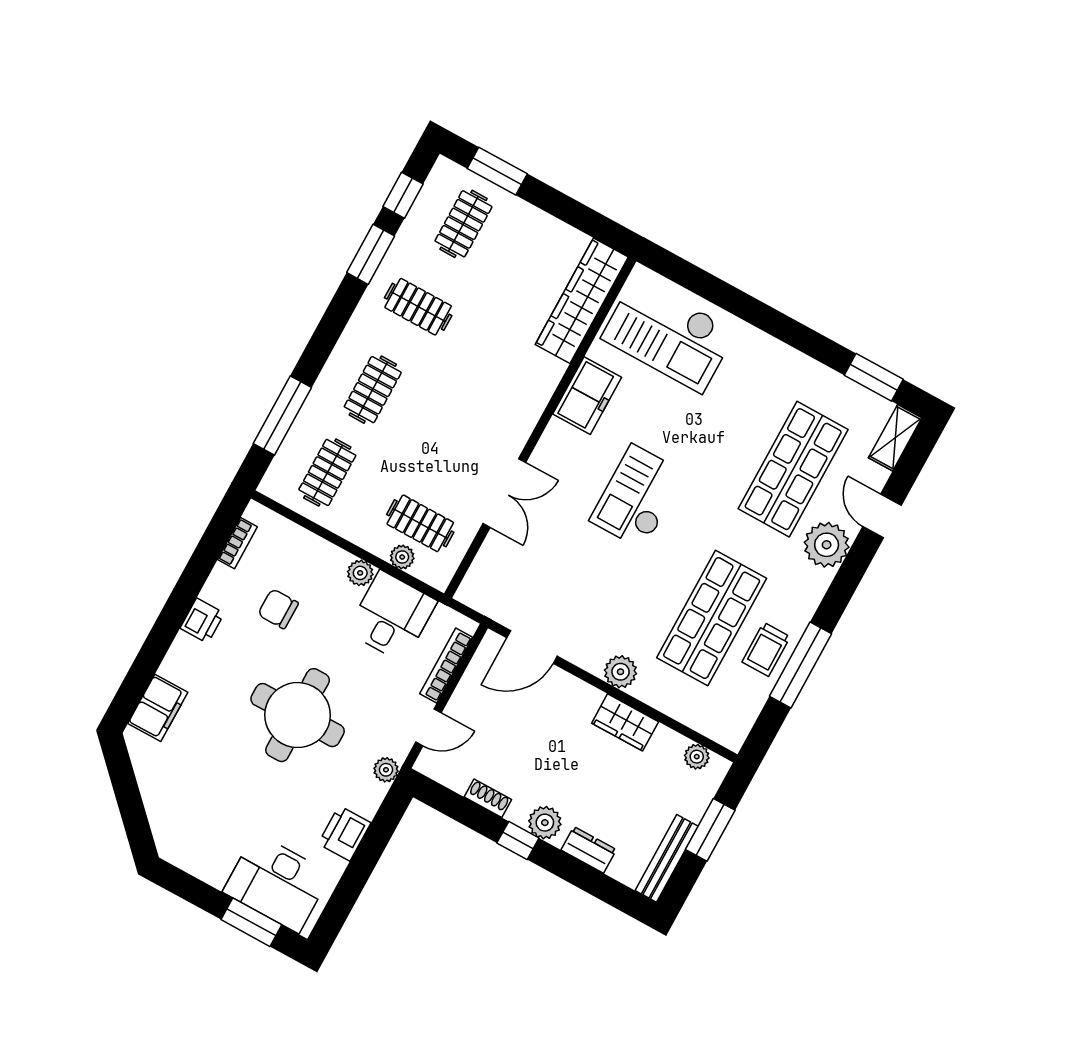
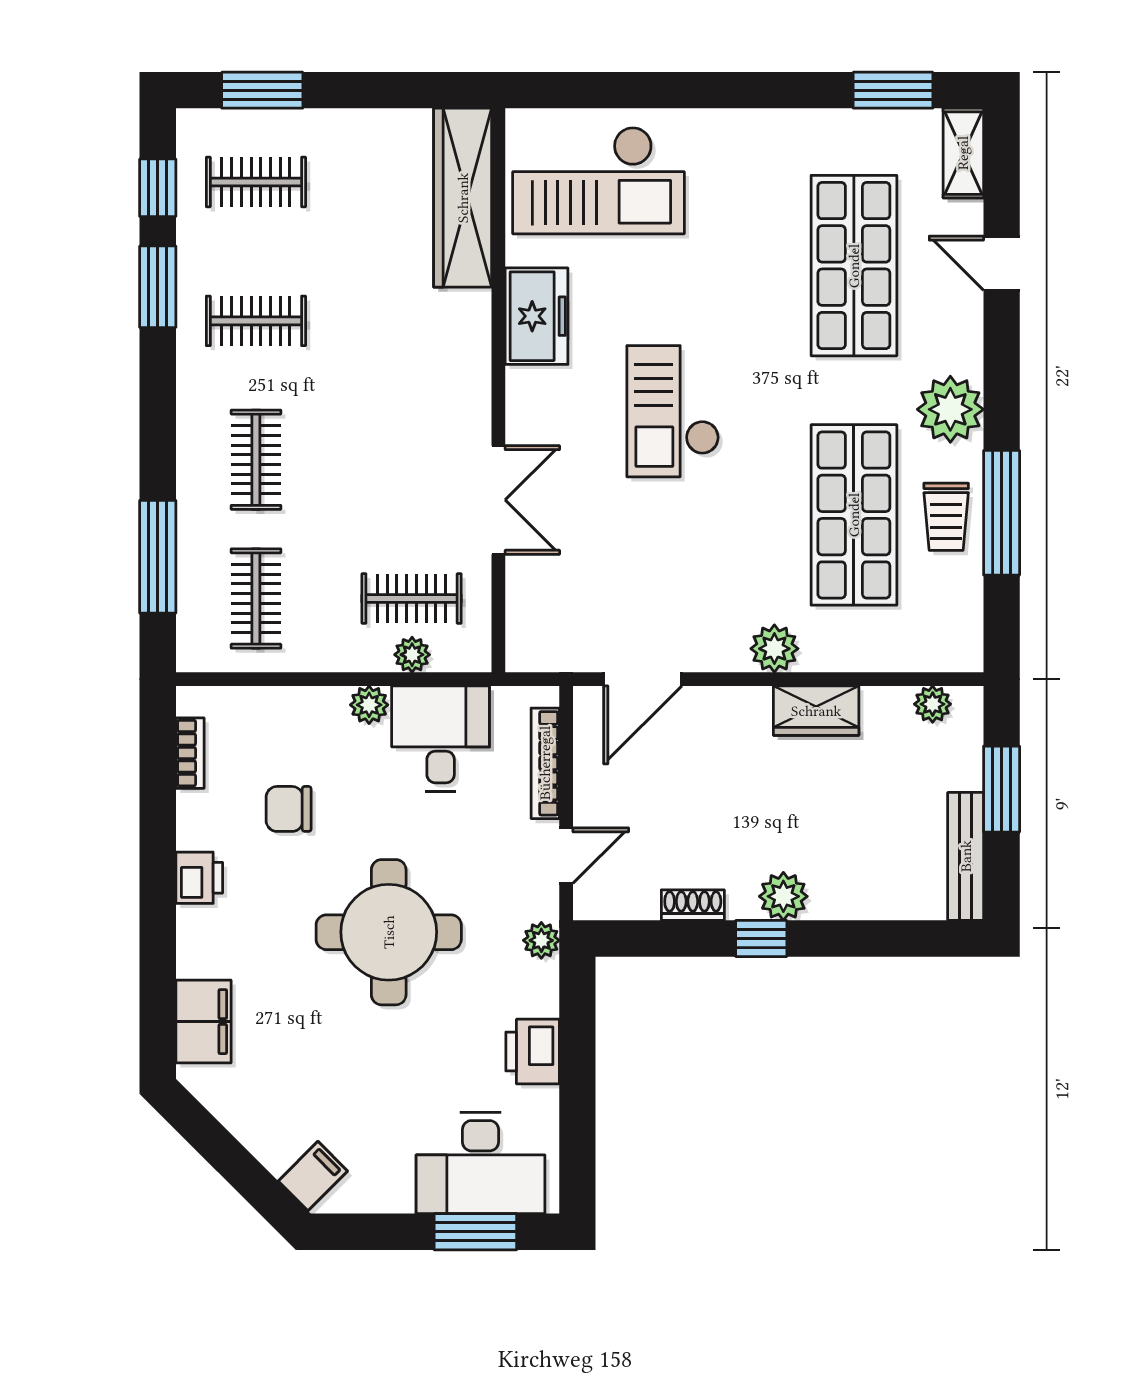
clothes rail: (463, 224) -> (256, 182), turned 90
plant: (827, 545) -> (950, 409), moved
filing cabinet: (173, 836) -> (313, 1176), added
dresser: (589, 850) -> (859, 900), removed

